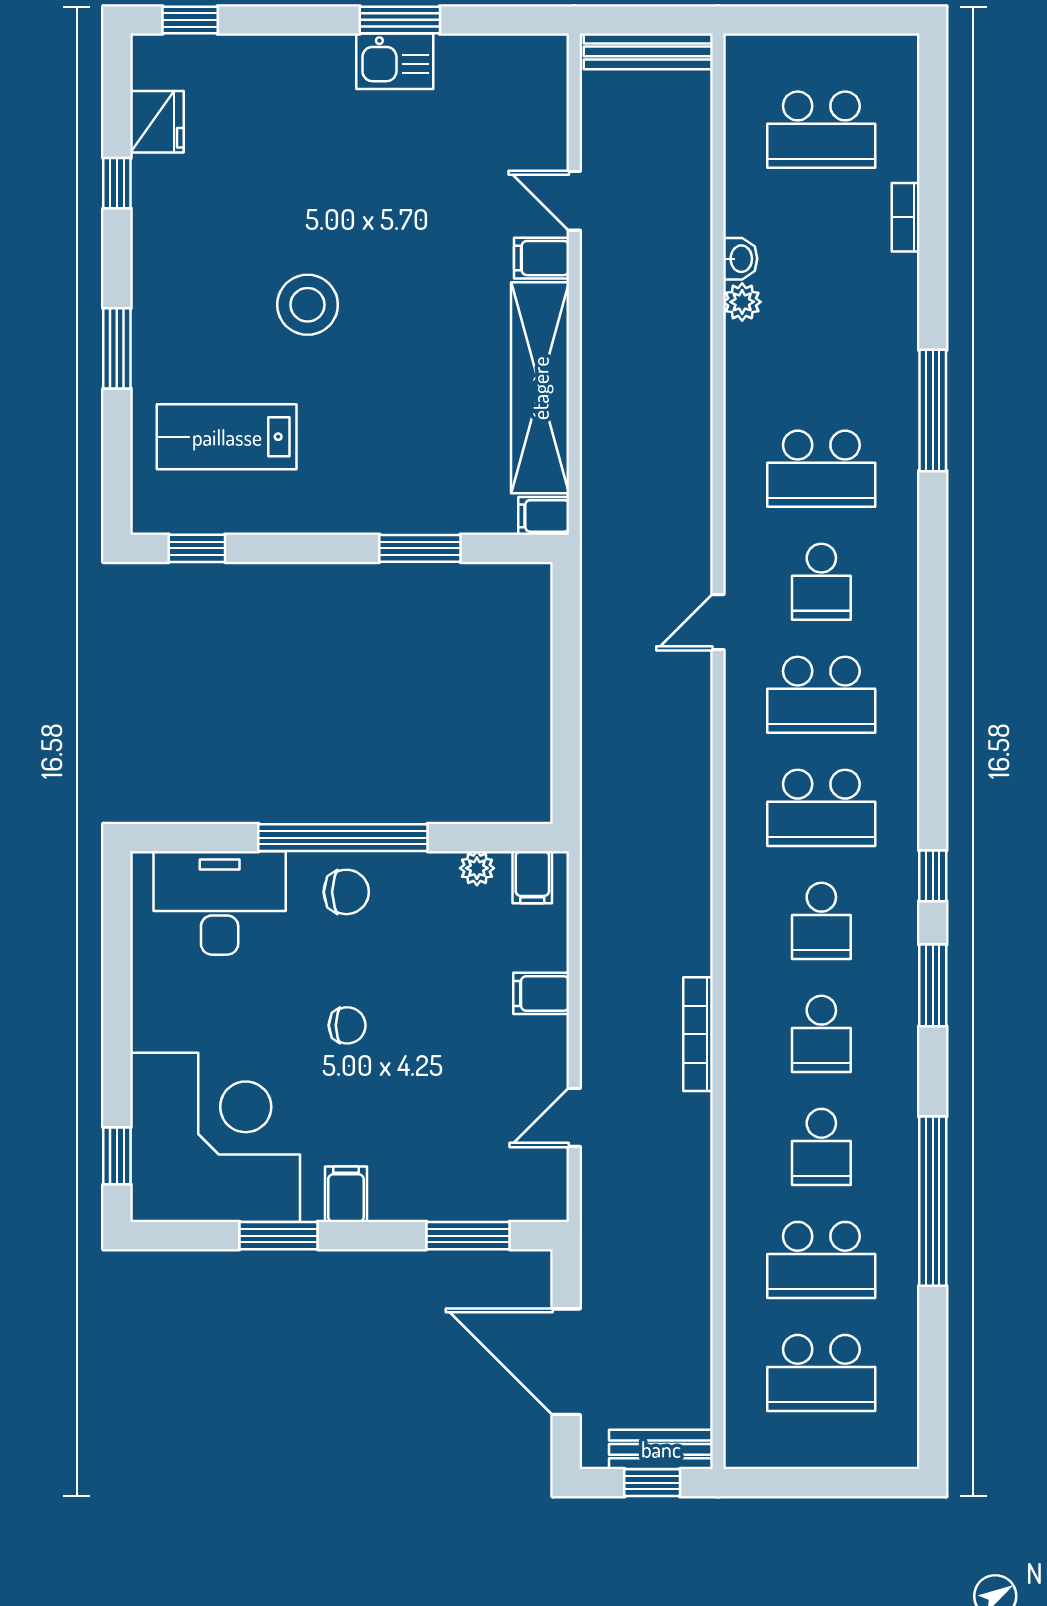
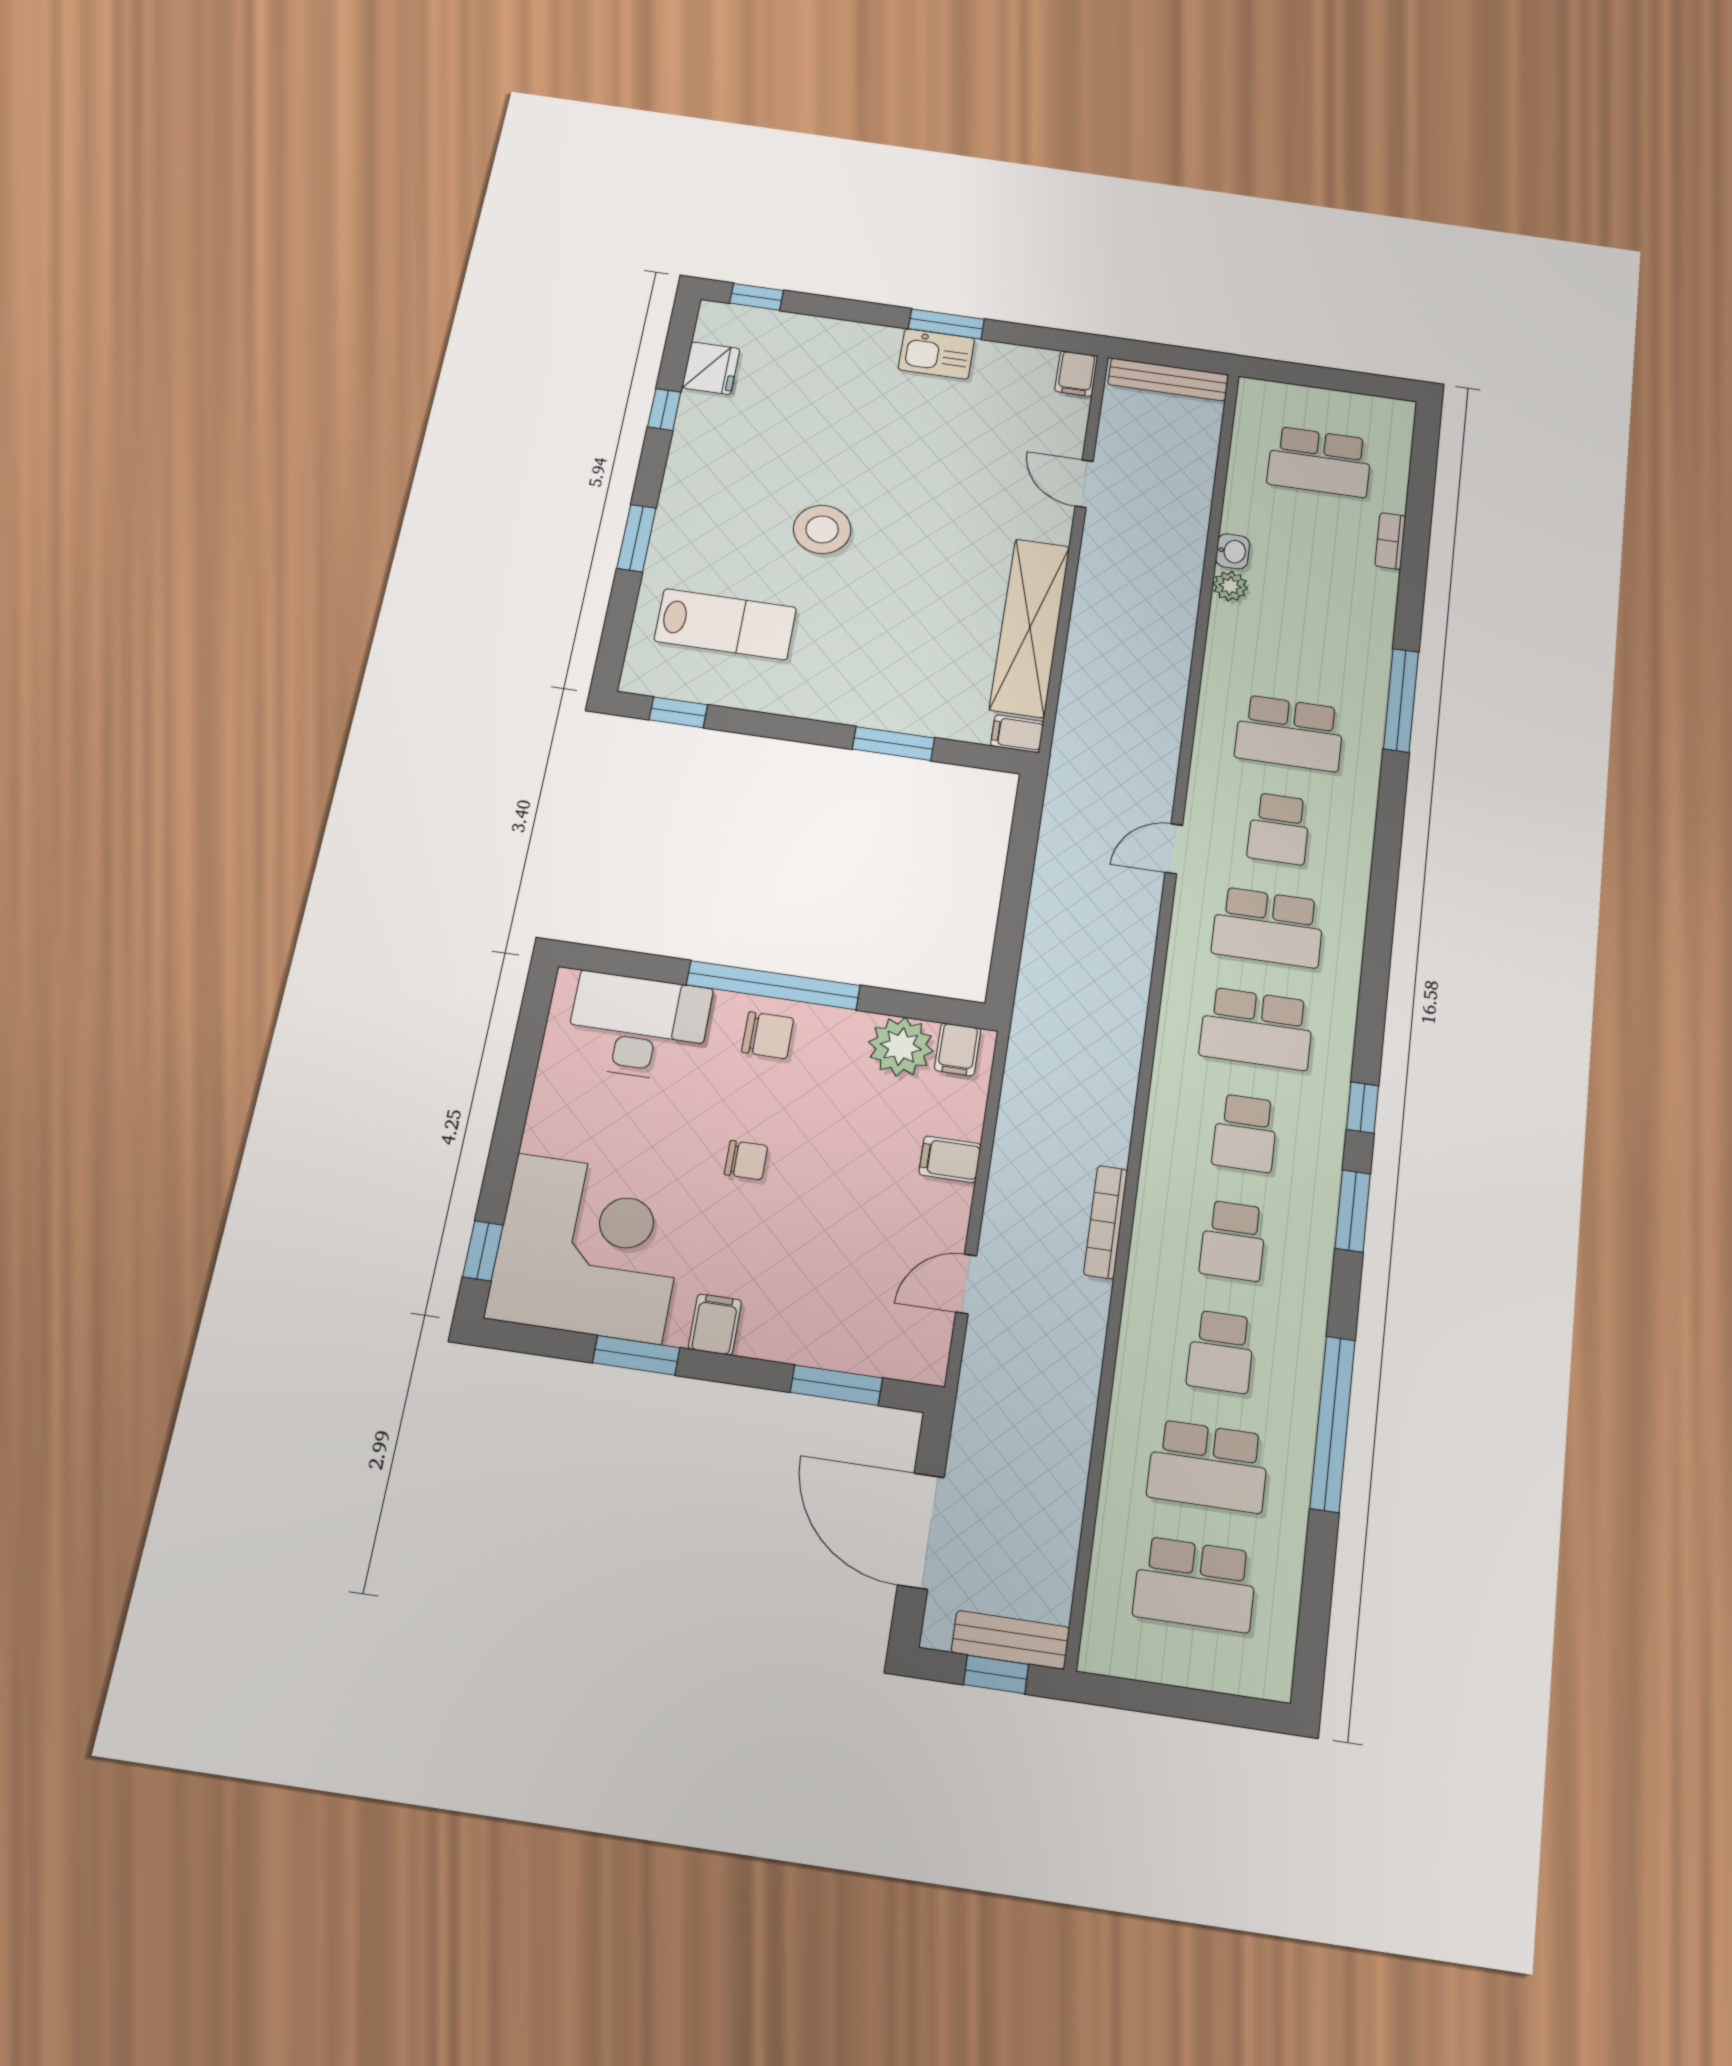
filing cabinet: (542, 258) -> (1076, 374), moved, turned -90
lab bench: (227, 437) -> (725, 624), turned 180
plant: (477, 868) -> (901, 1047), width x1.87, depth x1.87

